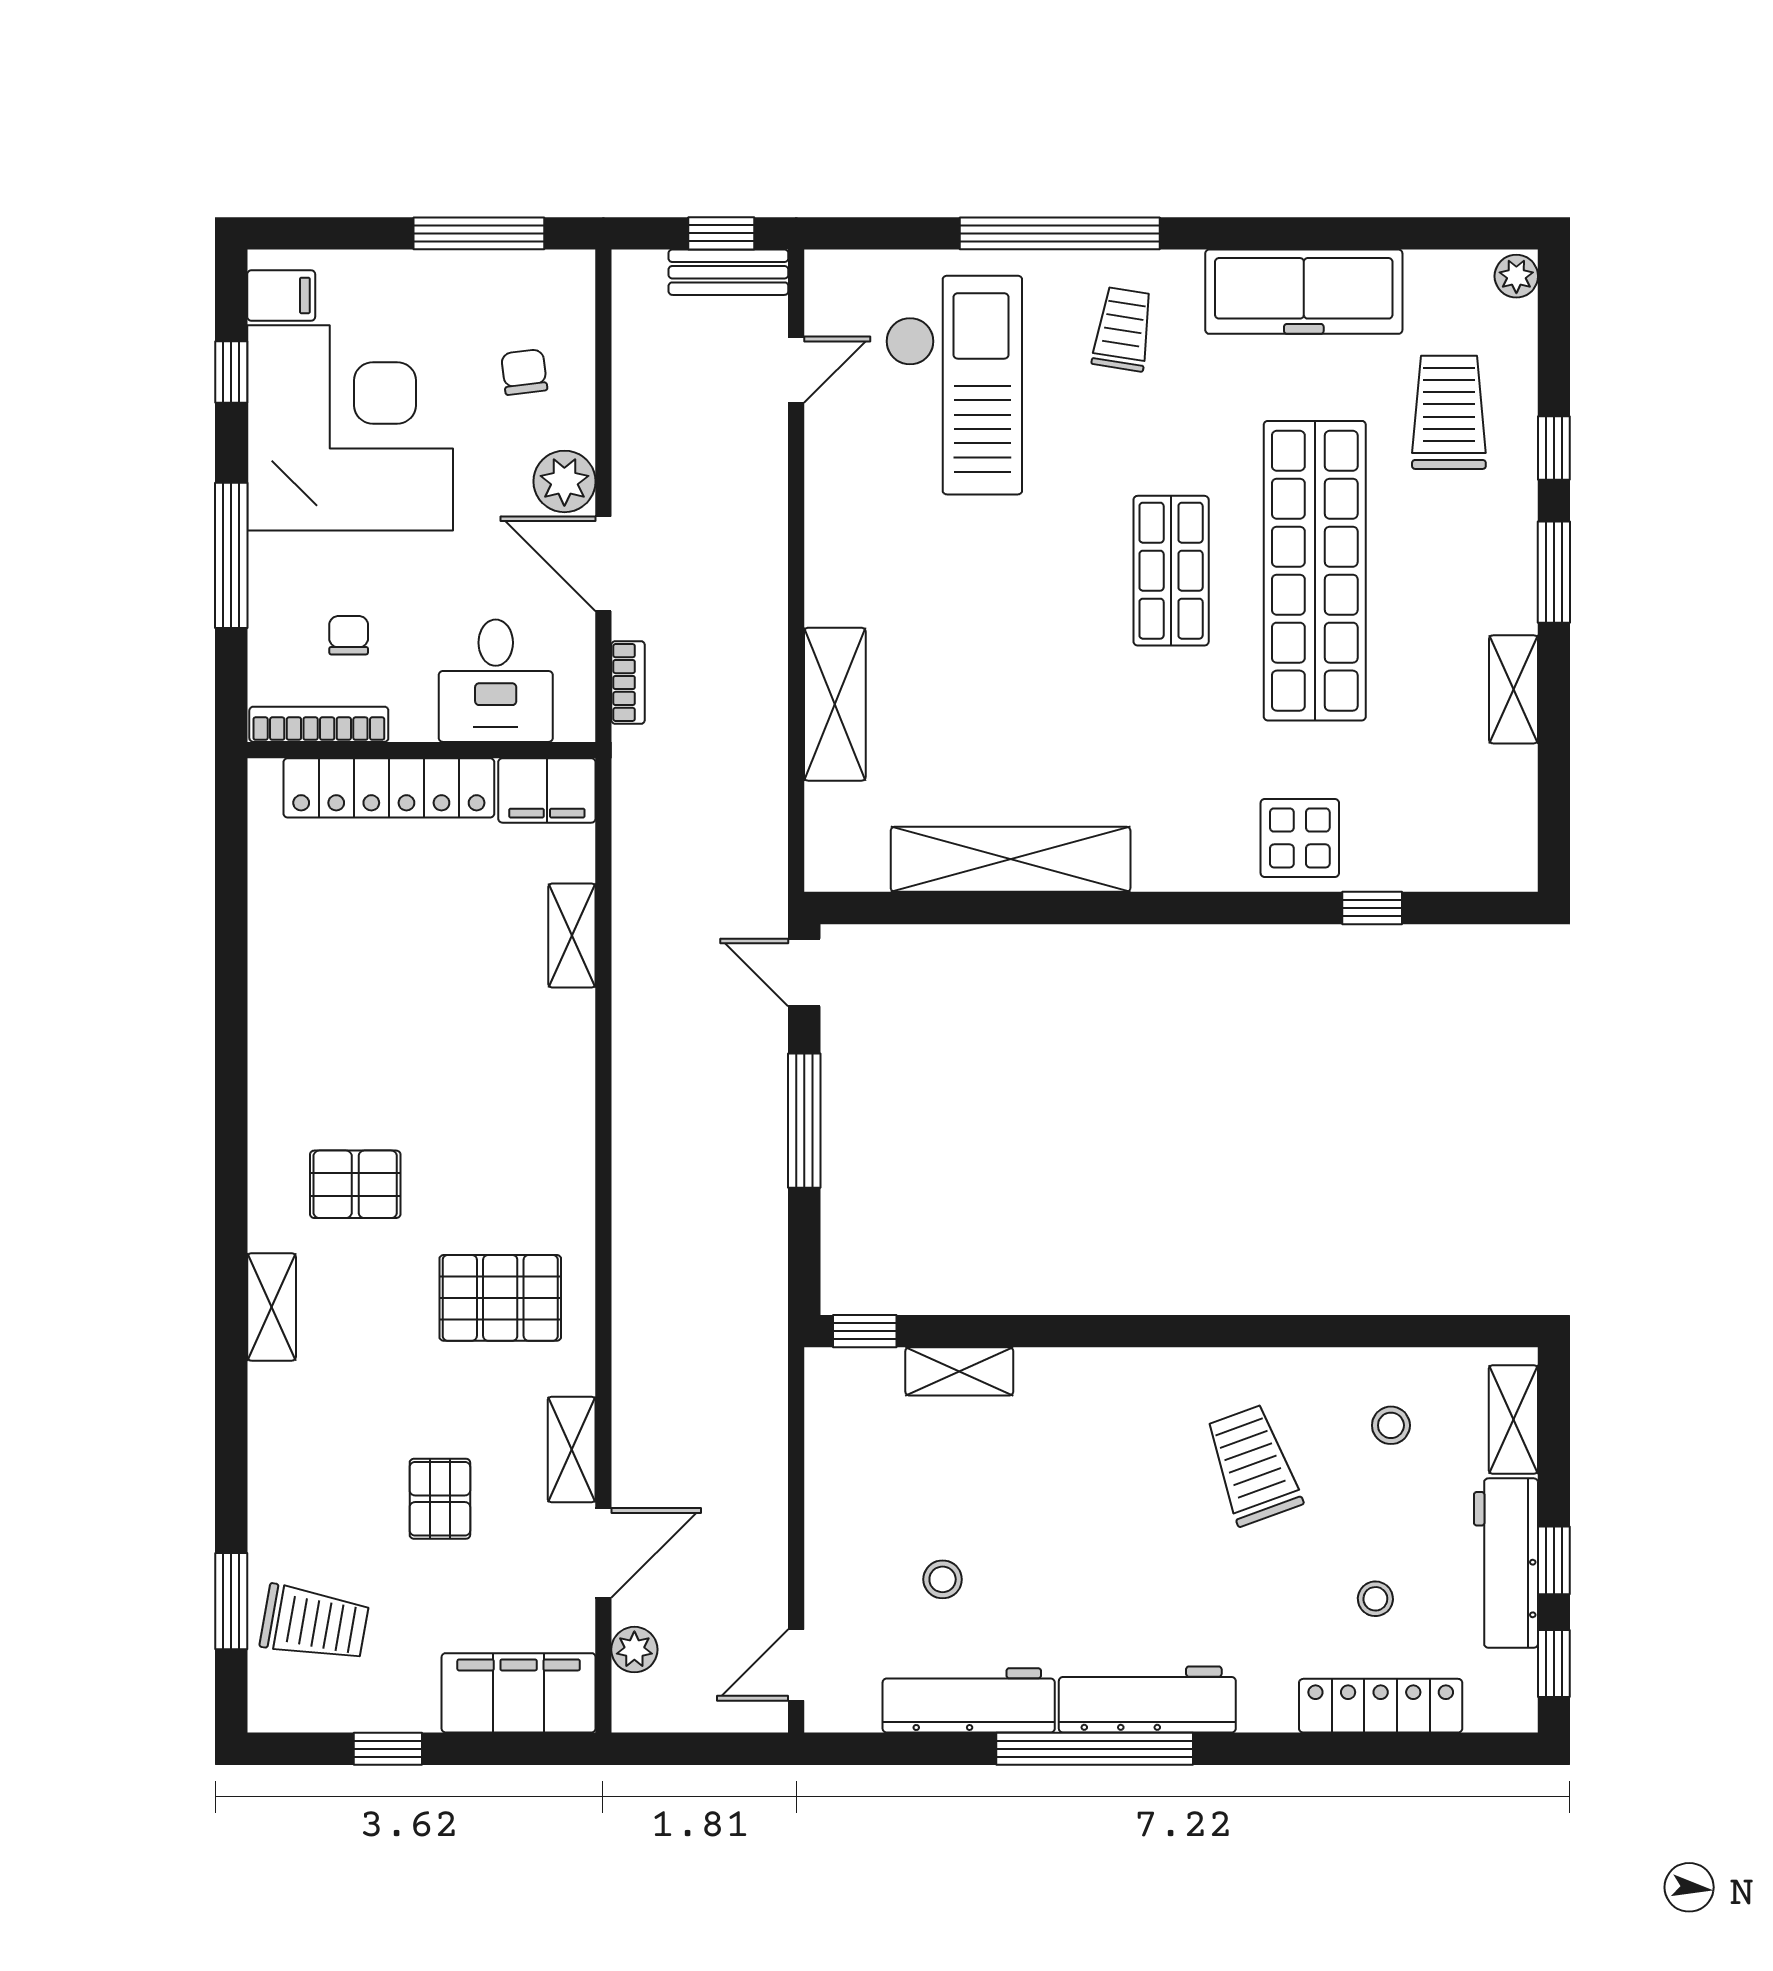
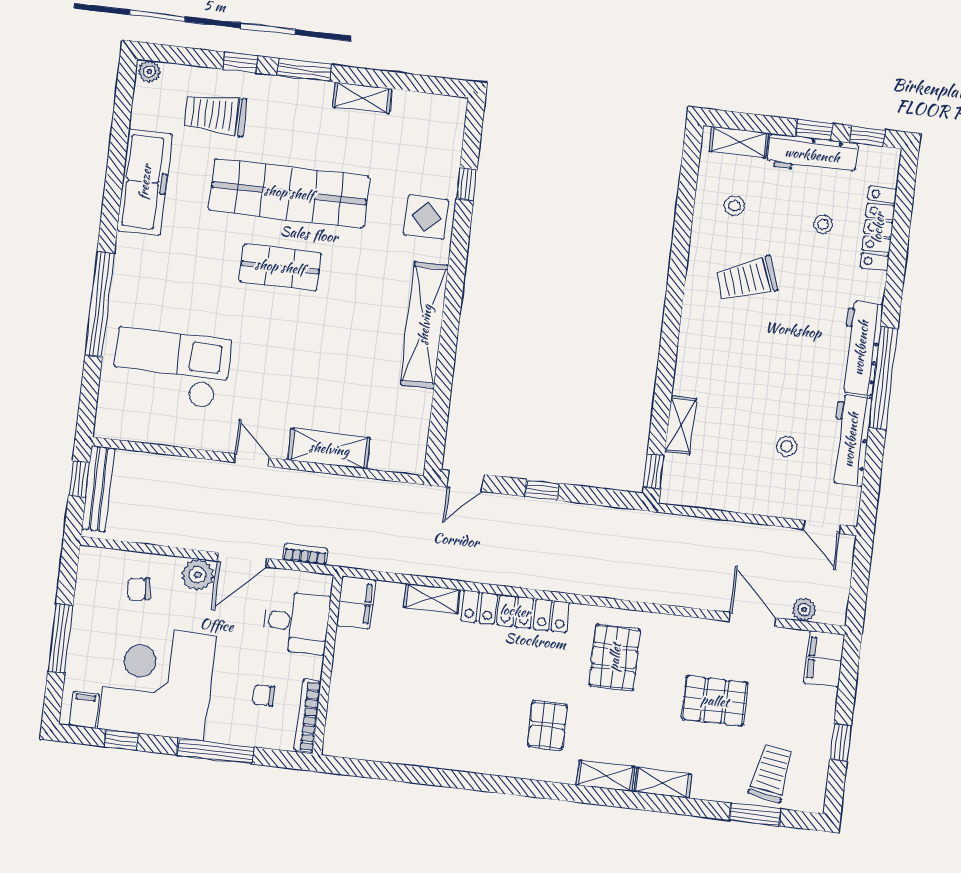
window: (479, 233) -> (60, 638), moved
bench: (728, 272) -> (98, 489), width x1.36
trolley: (1123, 329) -> (153, 277), removed
door: (796, 370) -> (252, 460), moved
locker: (389, 788) -> (515, 611), moved, turned 90
shelving: (1011, 859) -> (425, 325), moved
window: (804, 1121) -> (542, 490), width x0.46
shelving: (572, 1449) -> (663, 783), moved
pallet: (440, 1499) -> (715, 701), width x1.50, depth x1.42
filing cabinet: (519, 1693) -> (824, 659), width x0.67, depth x0.86

